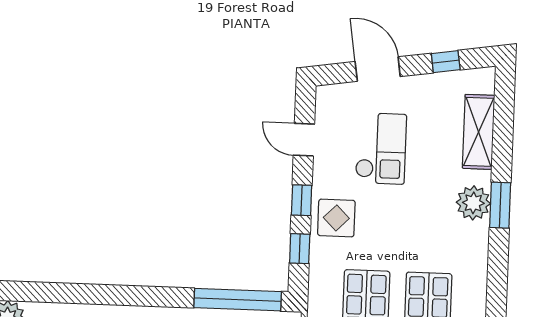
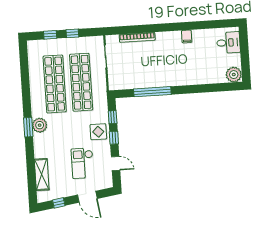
plant: (473, 203) -> (40, 125), moved
window: (500, 205) -> (28, 127), moved
window: (238, 300) -> (152, 92), moved

